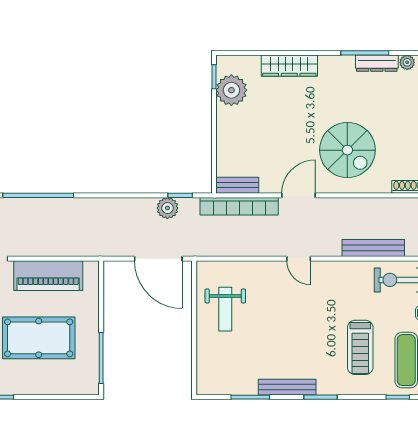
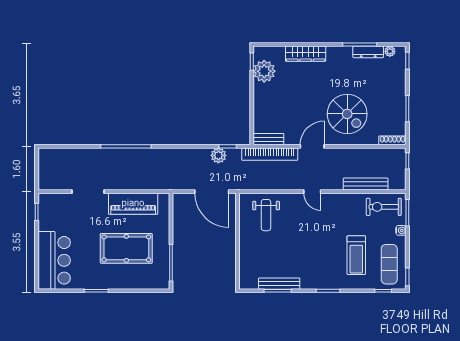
weight bench: (225, 309) -> (266, 215), moved
bench: (287, 387) -> (279, 284), moved

